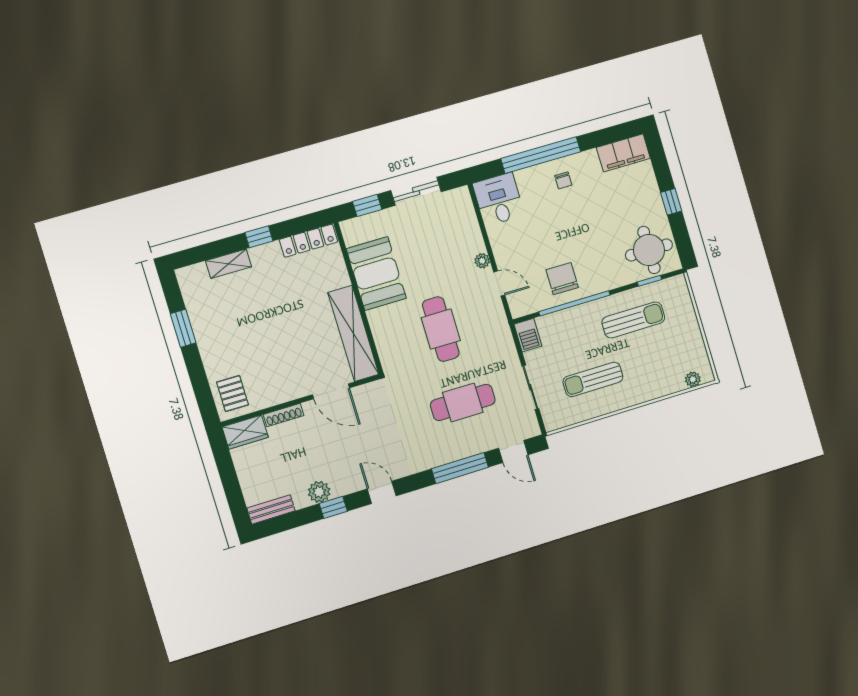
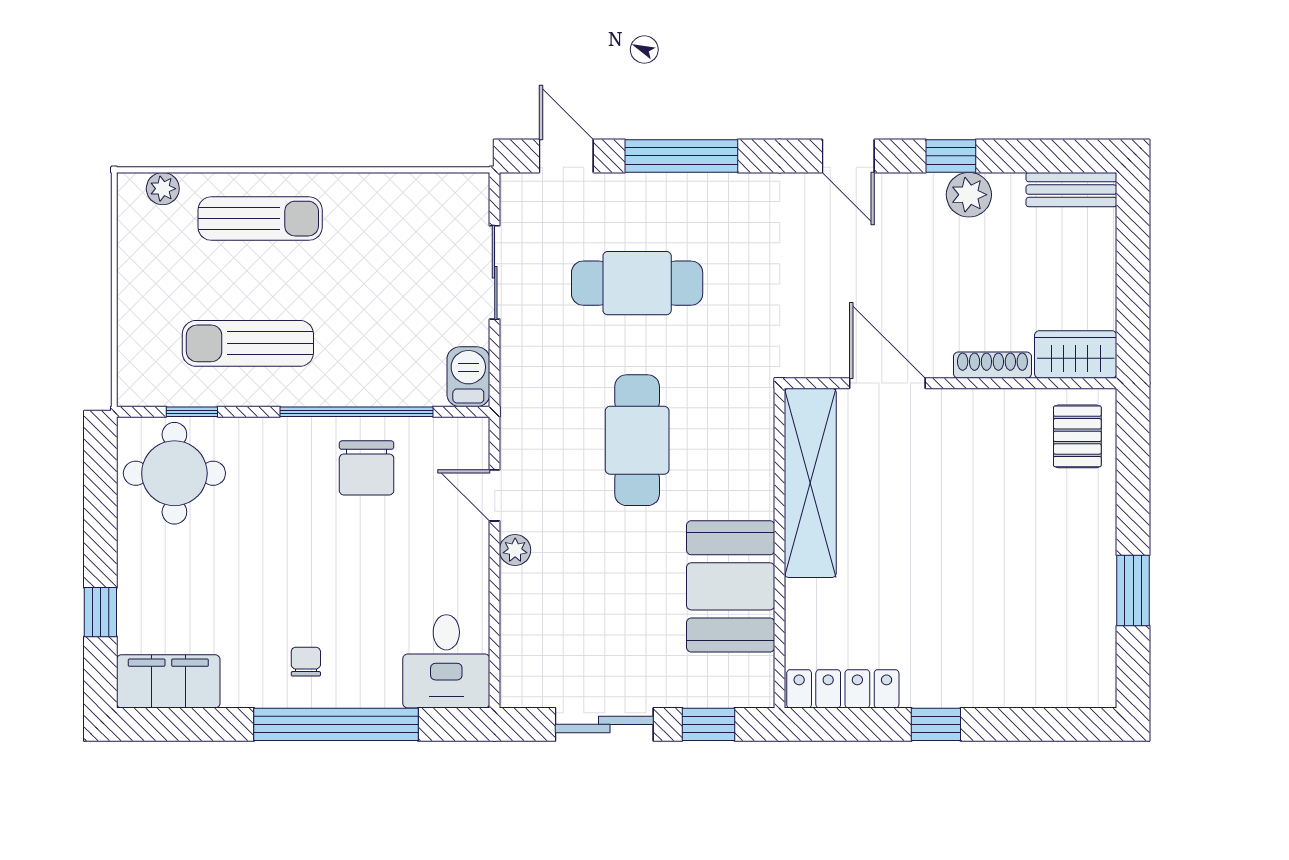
window: (671, 202) -> (100, 612), moved
shelving: (229, 264) -> (1010, 689), removed
sun lounger: (593, 379) -> (260, 219), moved

